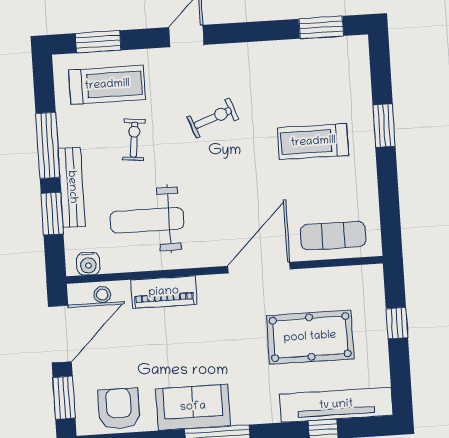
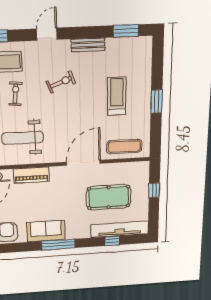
bench: (257, 52) -> (88, 45), added
window: (384, 126) -> (156, 102), moved
treadmill: (313, 142) -> (117, 96), turned 90

